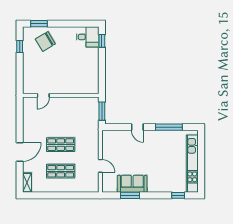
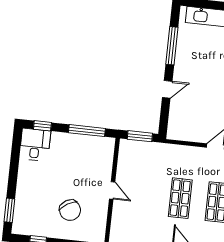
chair: (45, 41) -> (70, 210), moved
window: (102, 73) -> (87, 131), added
door: (43, 95) -> (112, 190), moved

